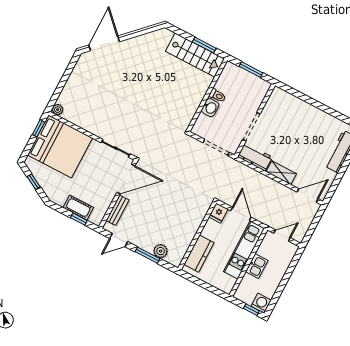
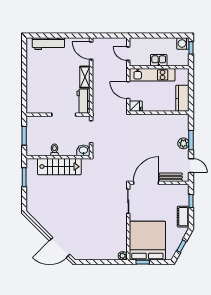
stairs: (195, 55) -> (59, 167), moved, turned 90
washbasin: (210, 108) -> (83, 150), moved
door: (126, 179) -> (146, 183), hinge flipped
cot: (78, 208) -> (183, 217), moved
door: (241, 214) -> (128, 90), hinge flipped
plant: (161, 251) -> (183, 143), moved
kitchen counter: (199, 254) -> (182, 98), moved, turned -90

